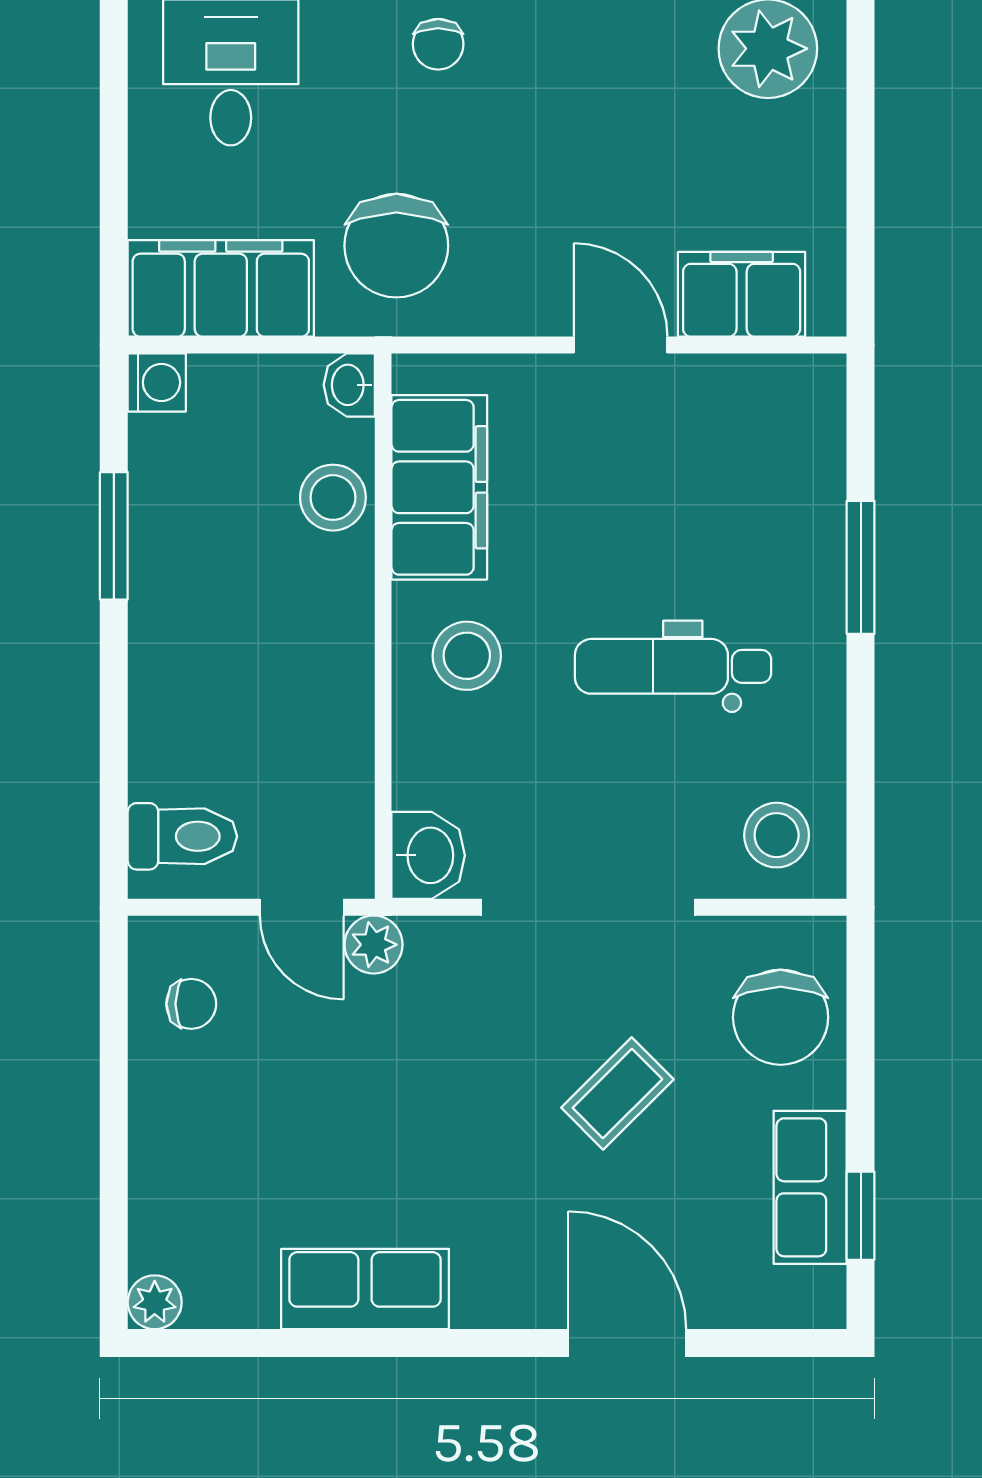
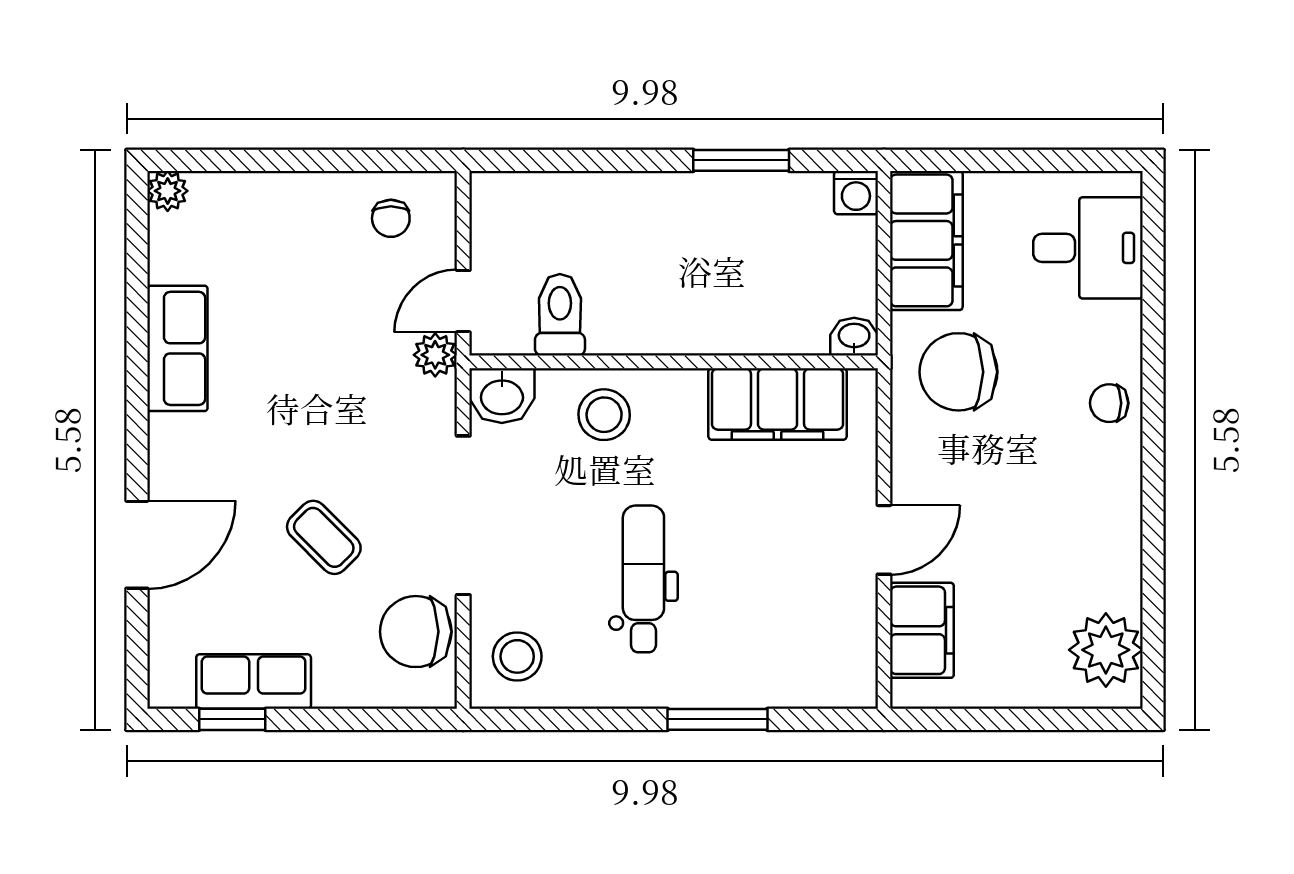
stool: (333, 498) -> (770, 324), removed
stool: (467, 656) -> (604, 415), moved
toilet: (182, 836) -> (560, 315), moved, turned 180
chair: (781, 1017) -> (416, 632), moved

